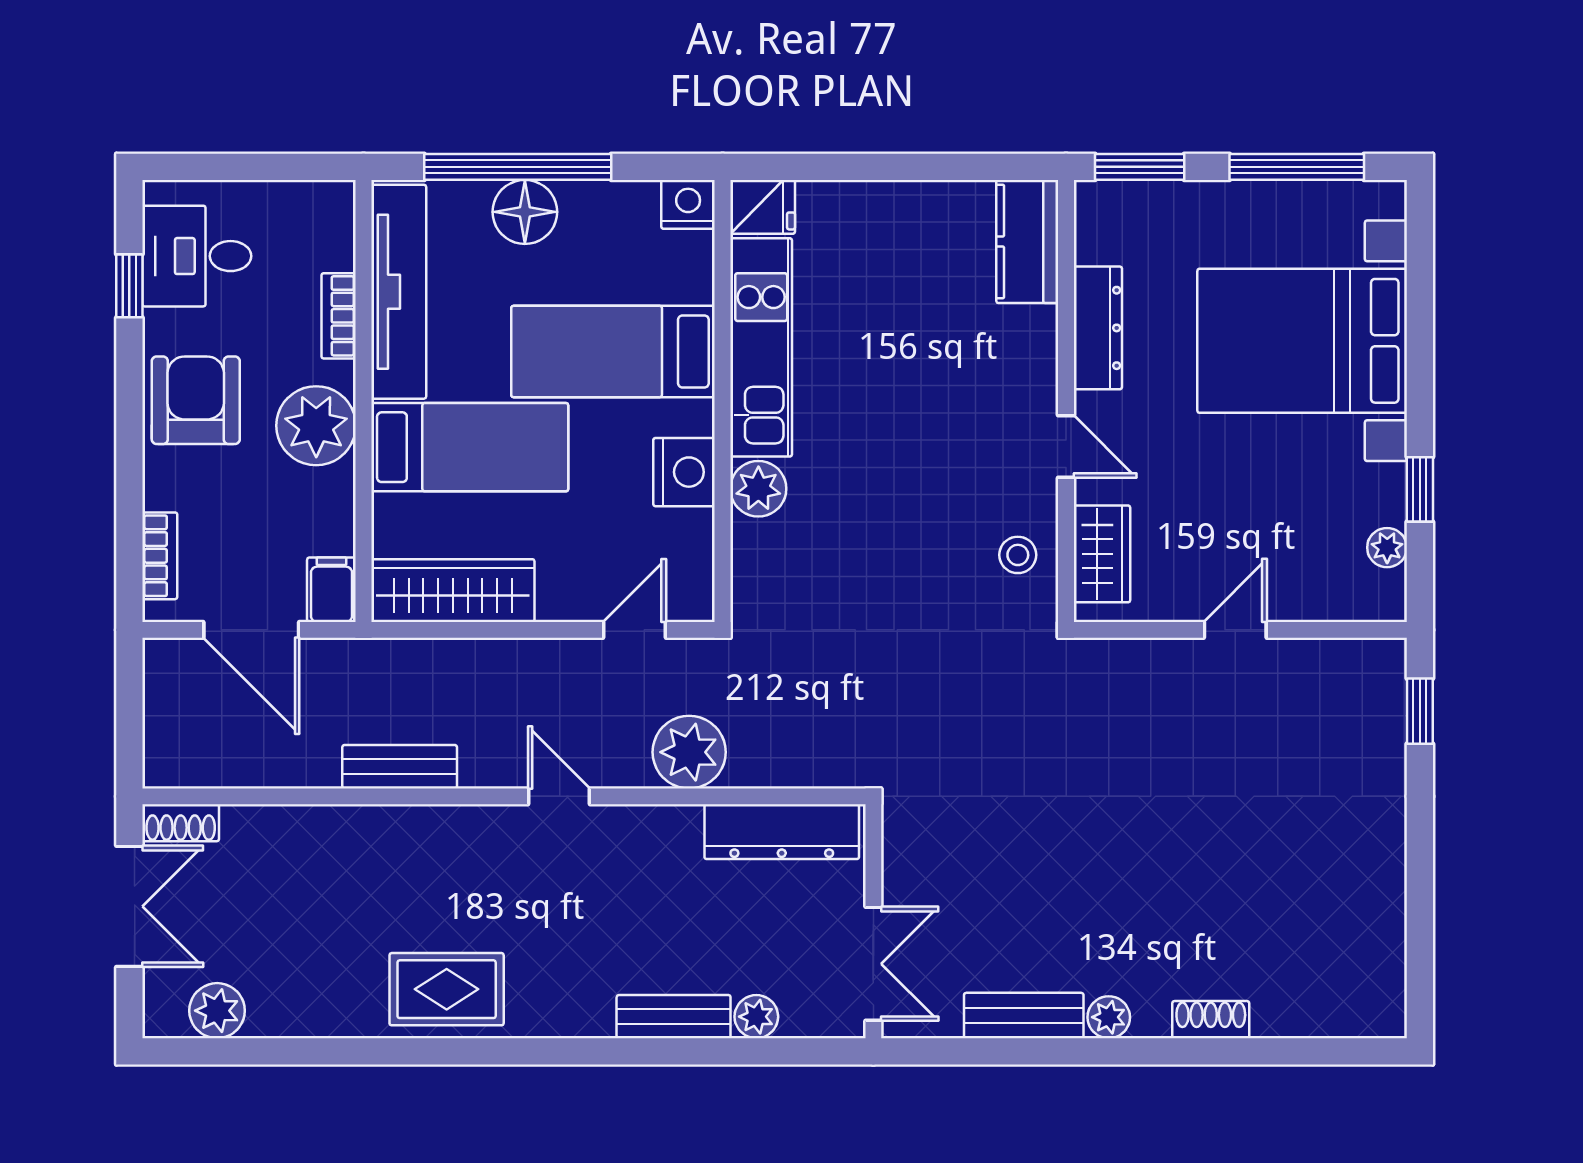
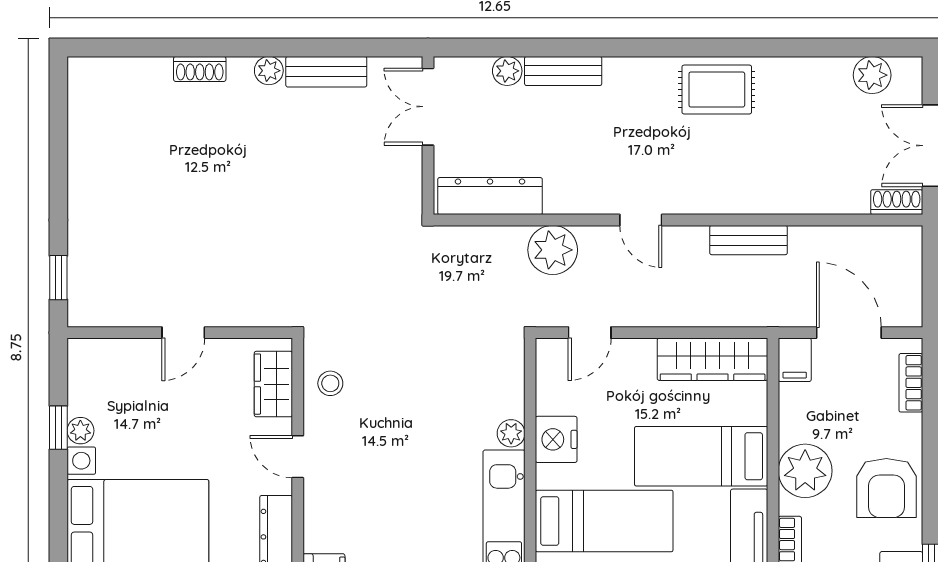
plant: (758, 489) -> (511, 433), width x0.73, depth x0.73
plant: (1387, 548) -> (80, 431), moved

